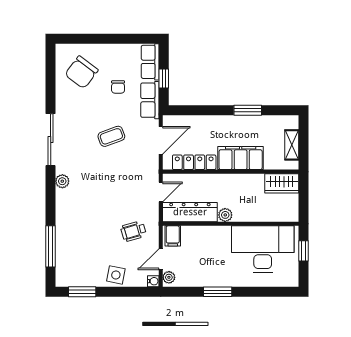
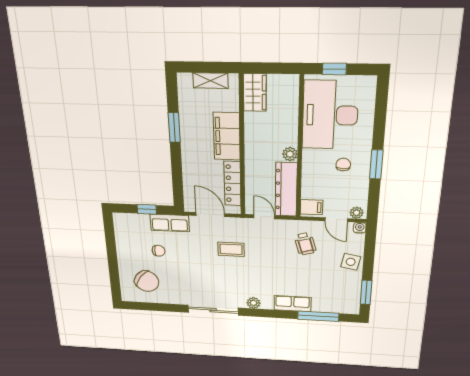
row of seats: (150, 62) -> (293, 304), moved, turned 180
coffee table: (111, 136) -> (231, 249), moved, turned -70
chair: (217, 263) -> (343, 165), added

